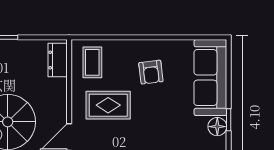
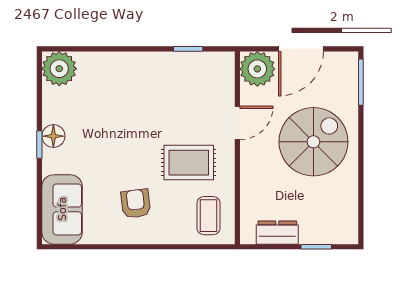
dresser: (58, 60) -> (277, 233), moved, turned -90
sofa: (210, 78) -> (62, 209), width x0.73

